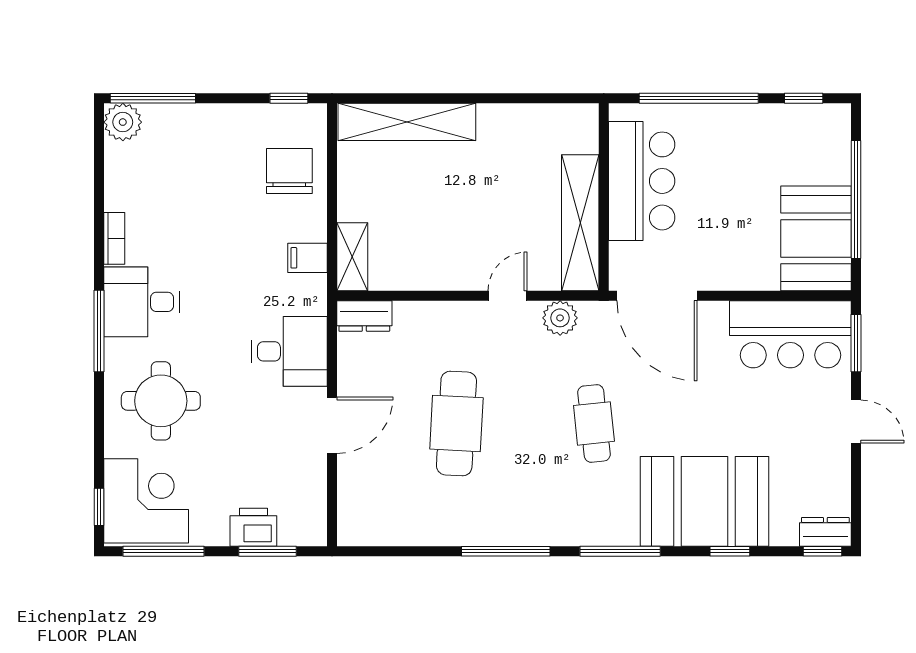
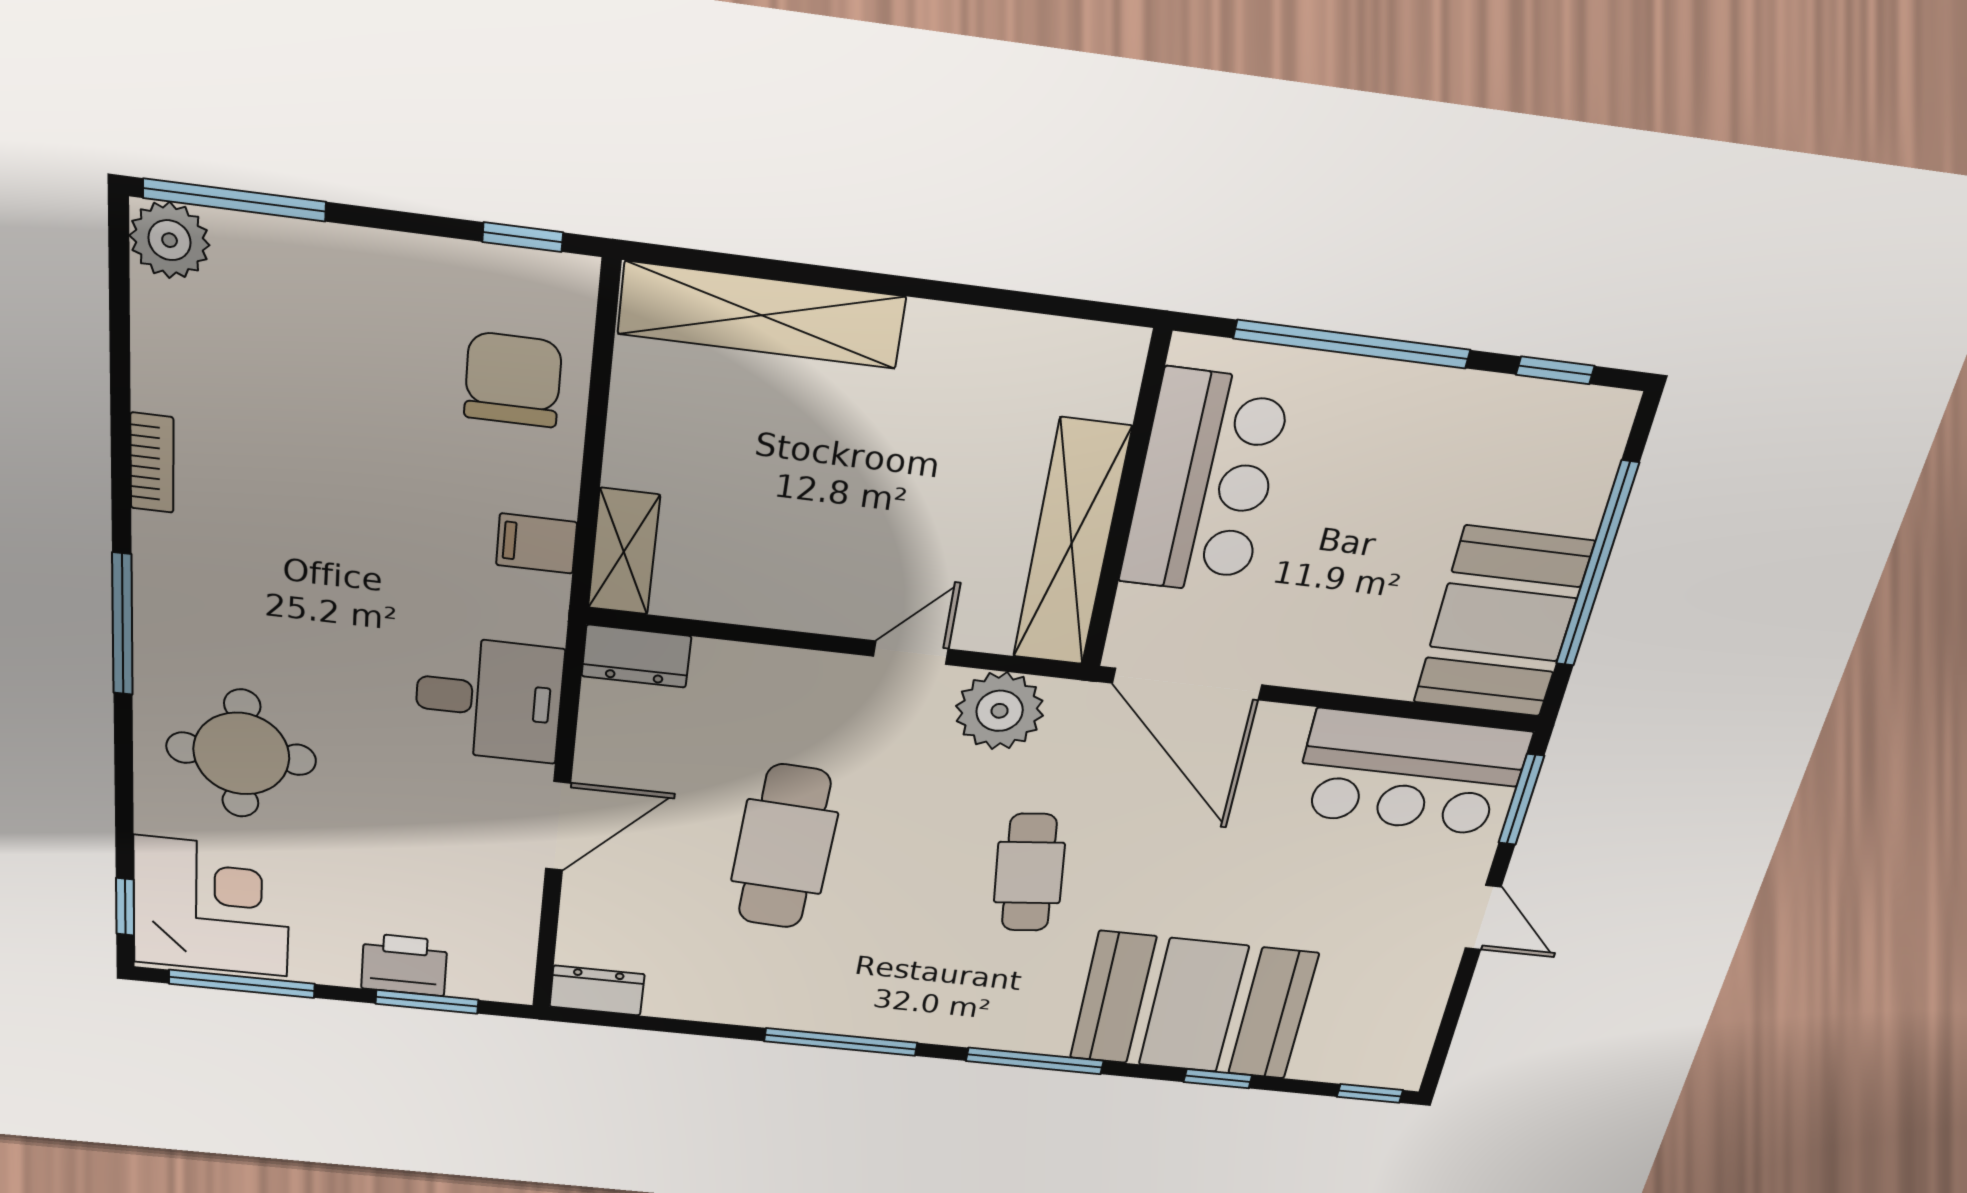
desk: (142, 302) -> (206, 583), removed
plant: (560, 318) -> (1000, 711), width x1.36, depth x1.36
dresser: (825, 532) -> (597, 990), moved

